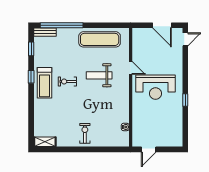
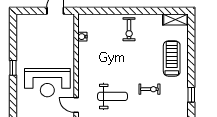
treadmill: (45, 83) -> (172, 58), moved
reception desk: (156, 87) -> (47, 83), turned 180

